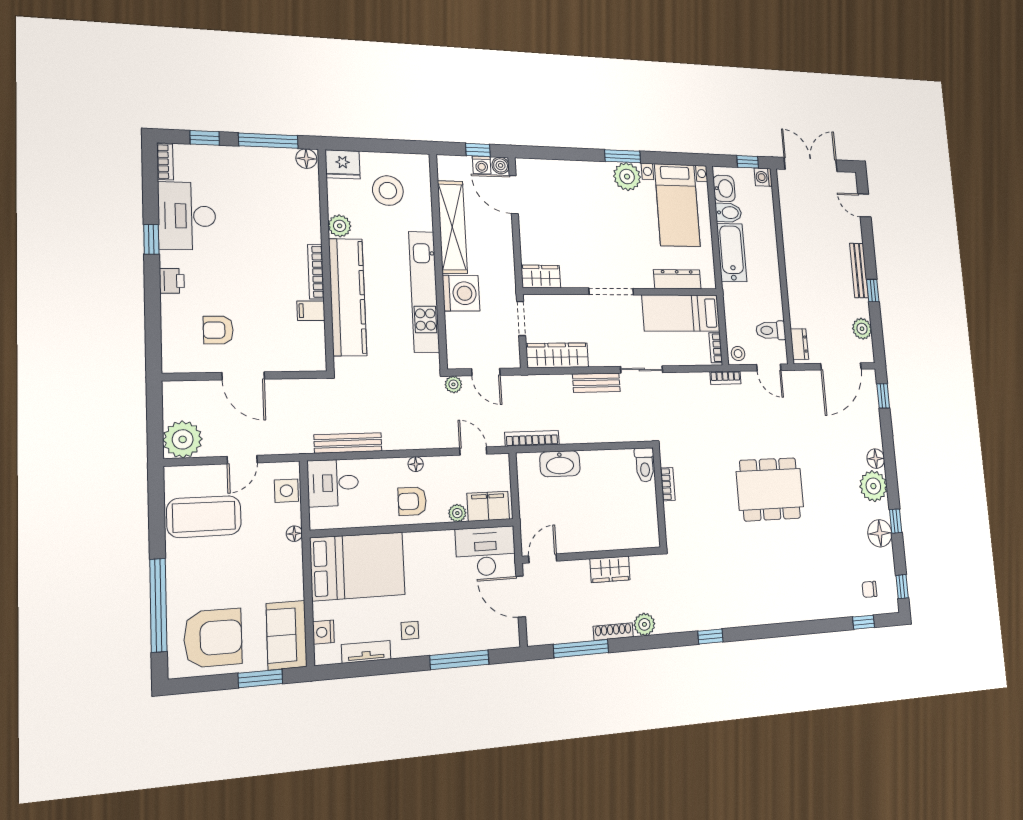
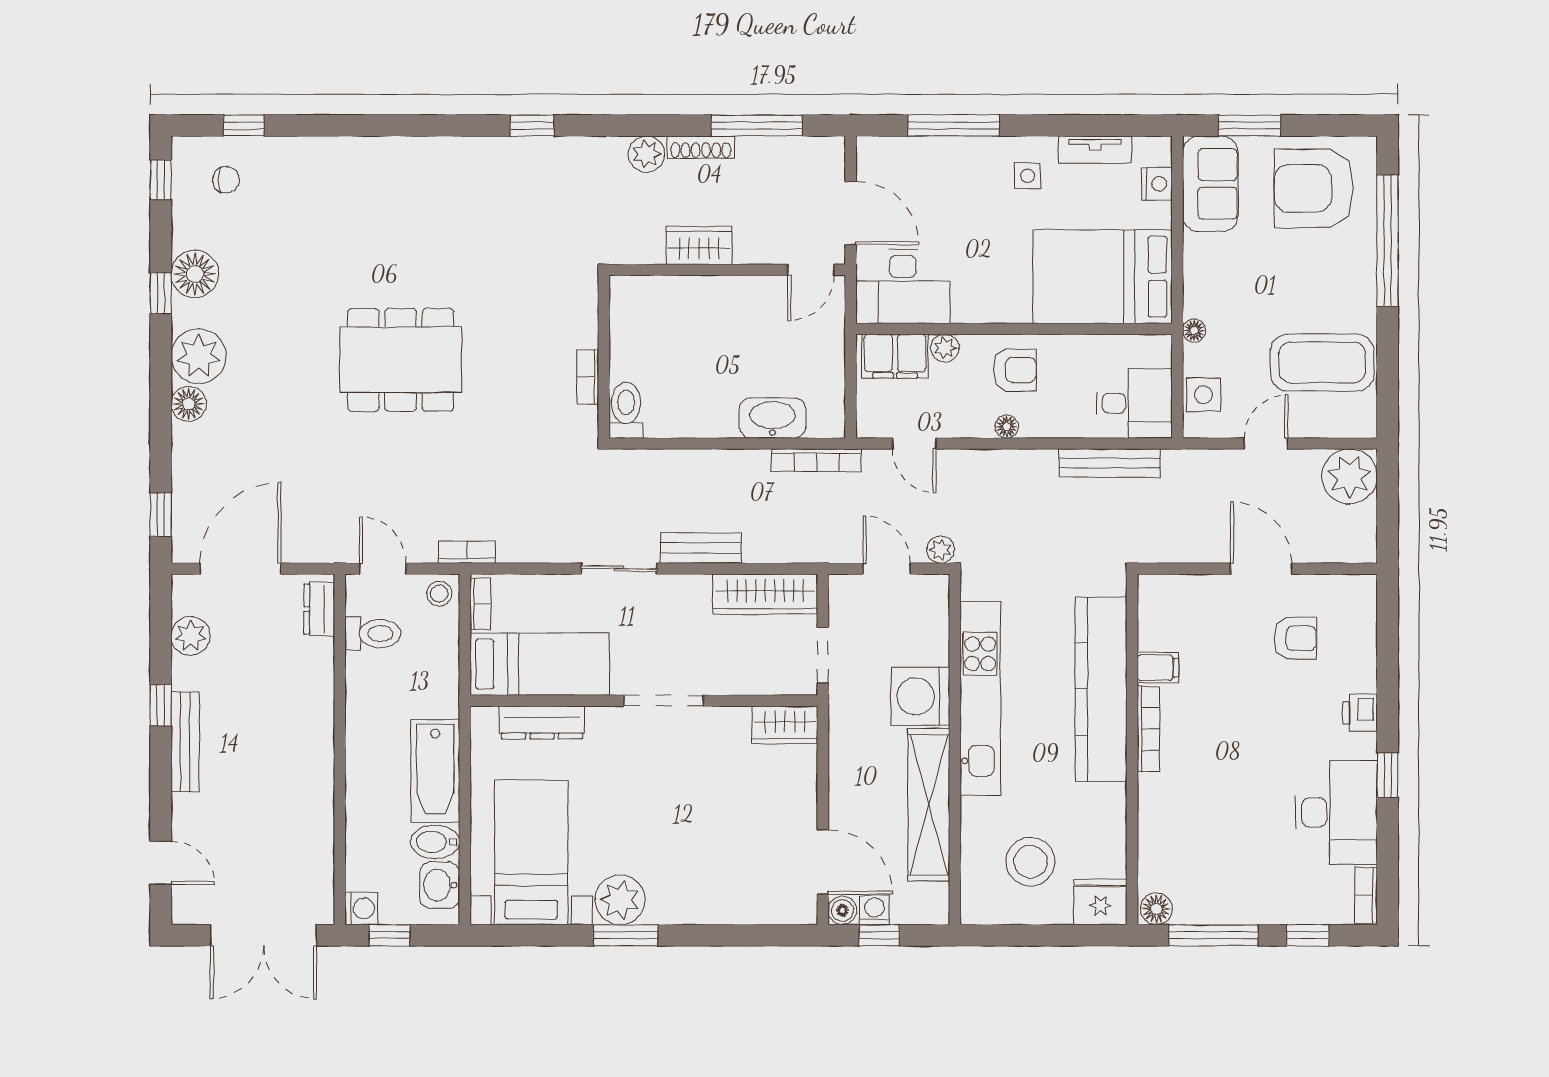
plant: (340, 226) -> (1109, 802), removed

